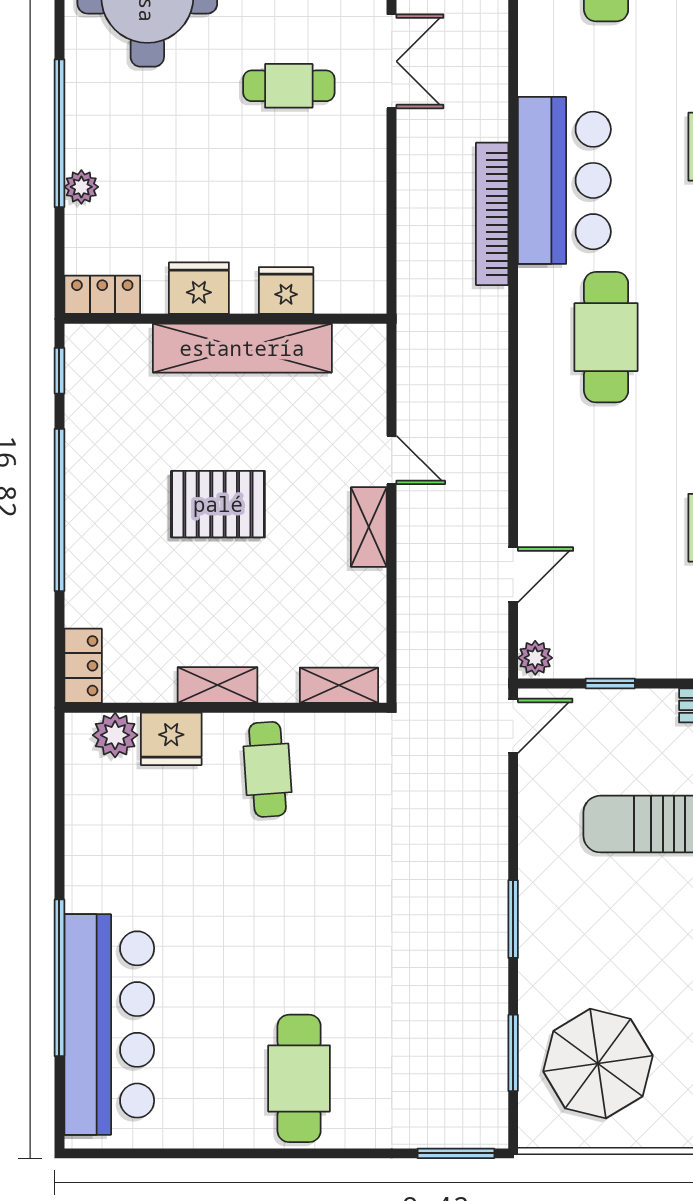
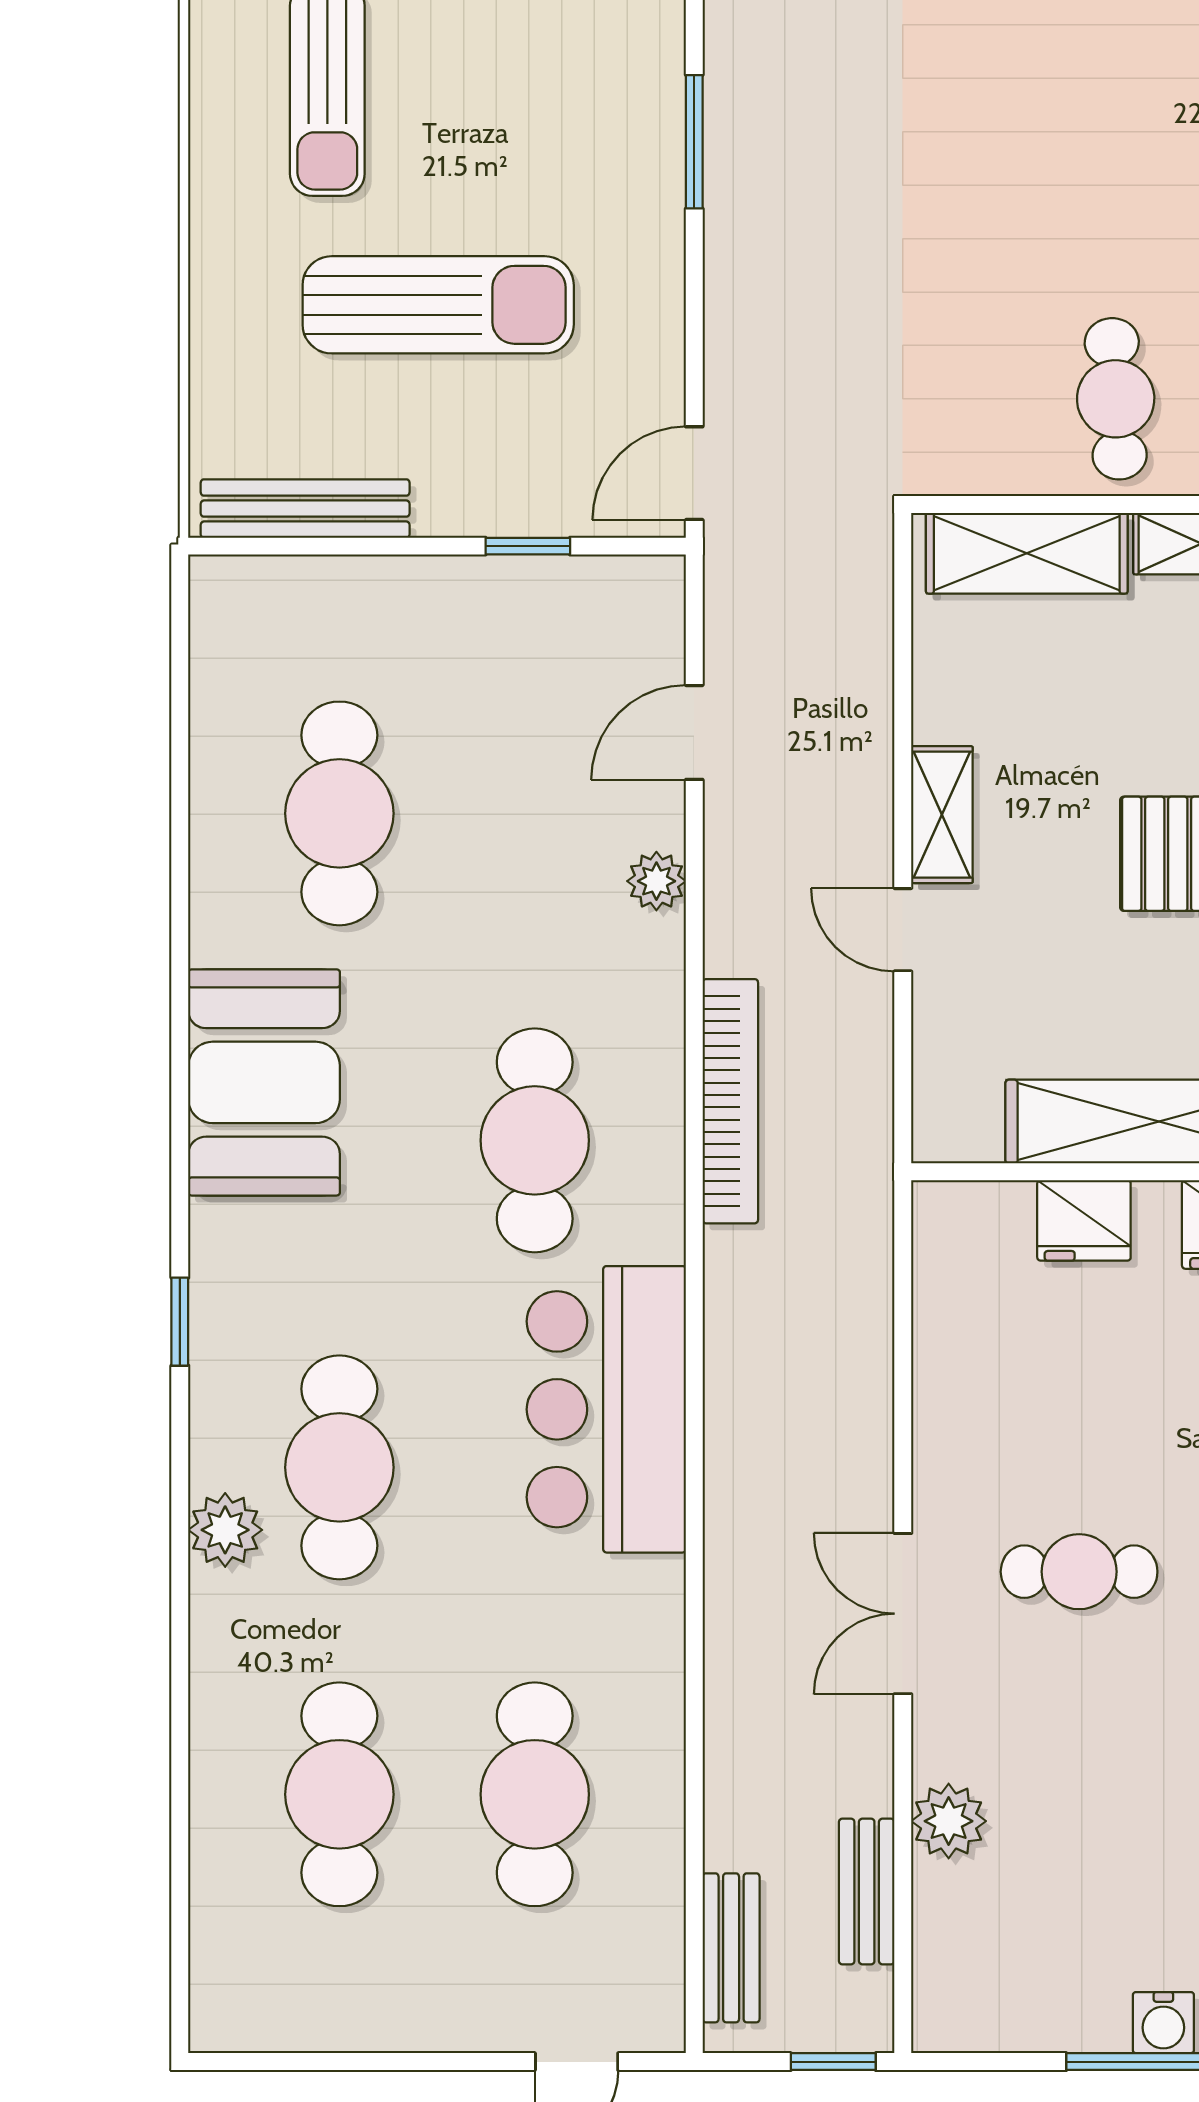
bookcase: (492, 214) -> (730, 1101), moved
plant: (535, 658) -> (656, 881), moved
shelving: (339, 685) -> (1027, 553), width x1.50, depth x1.33

